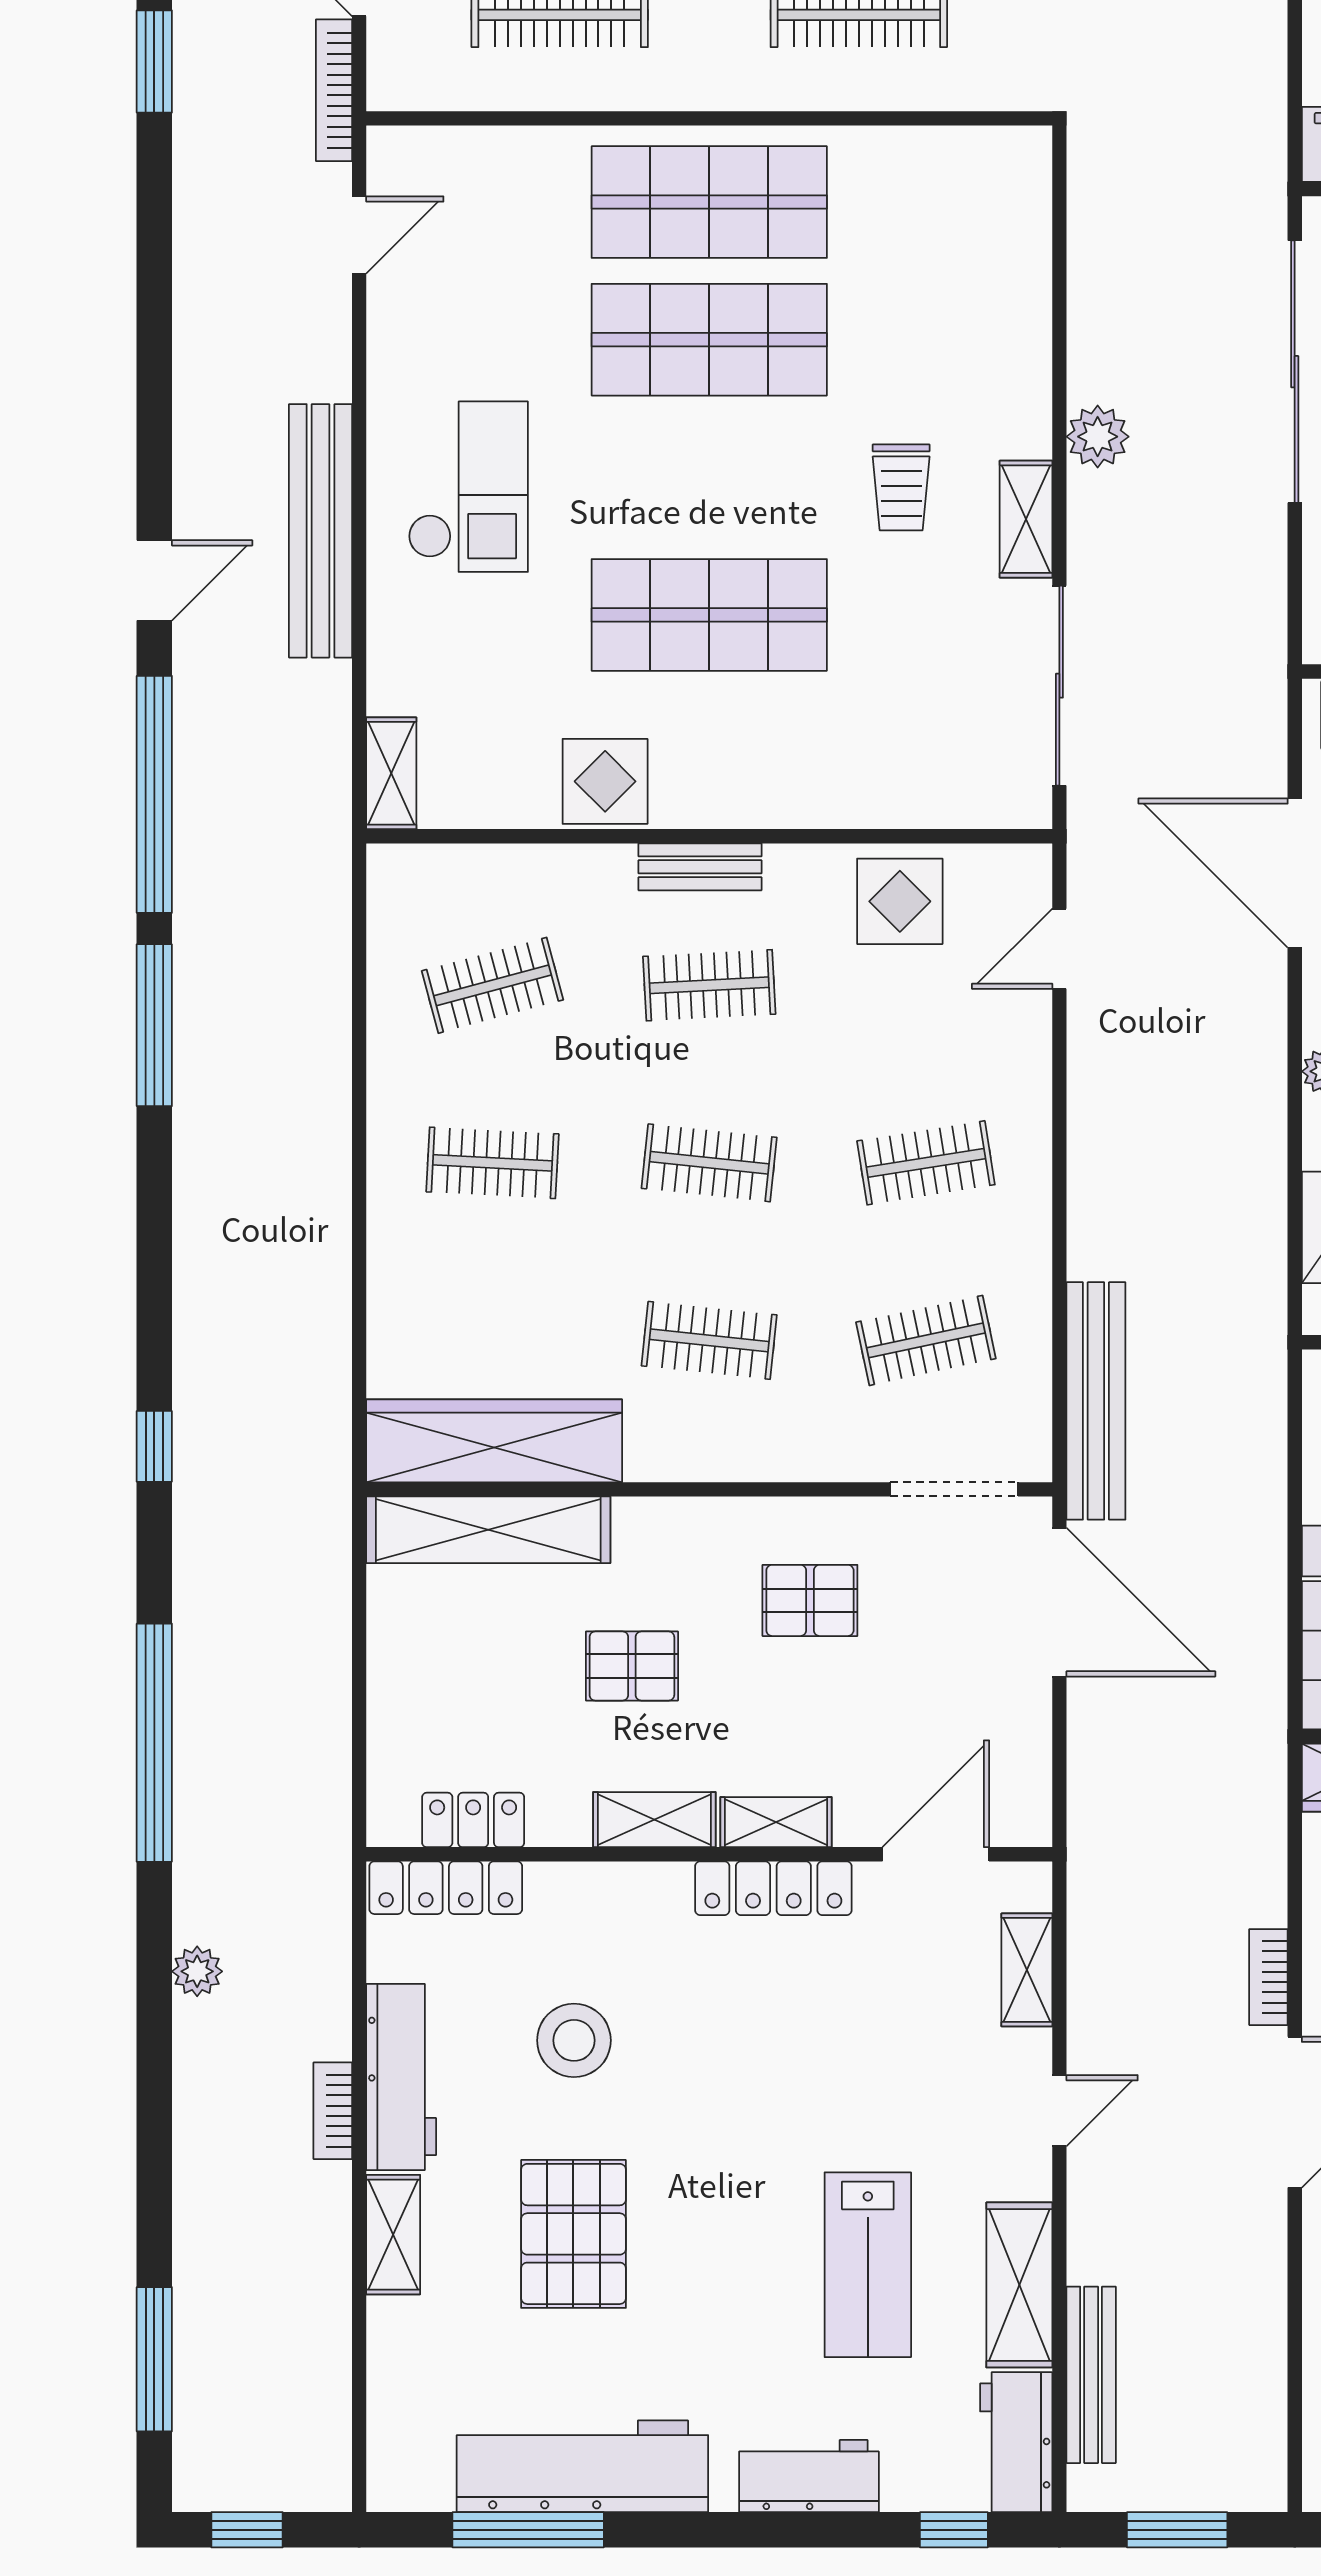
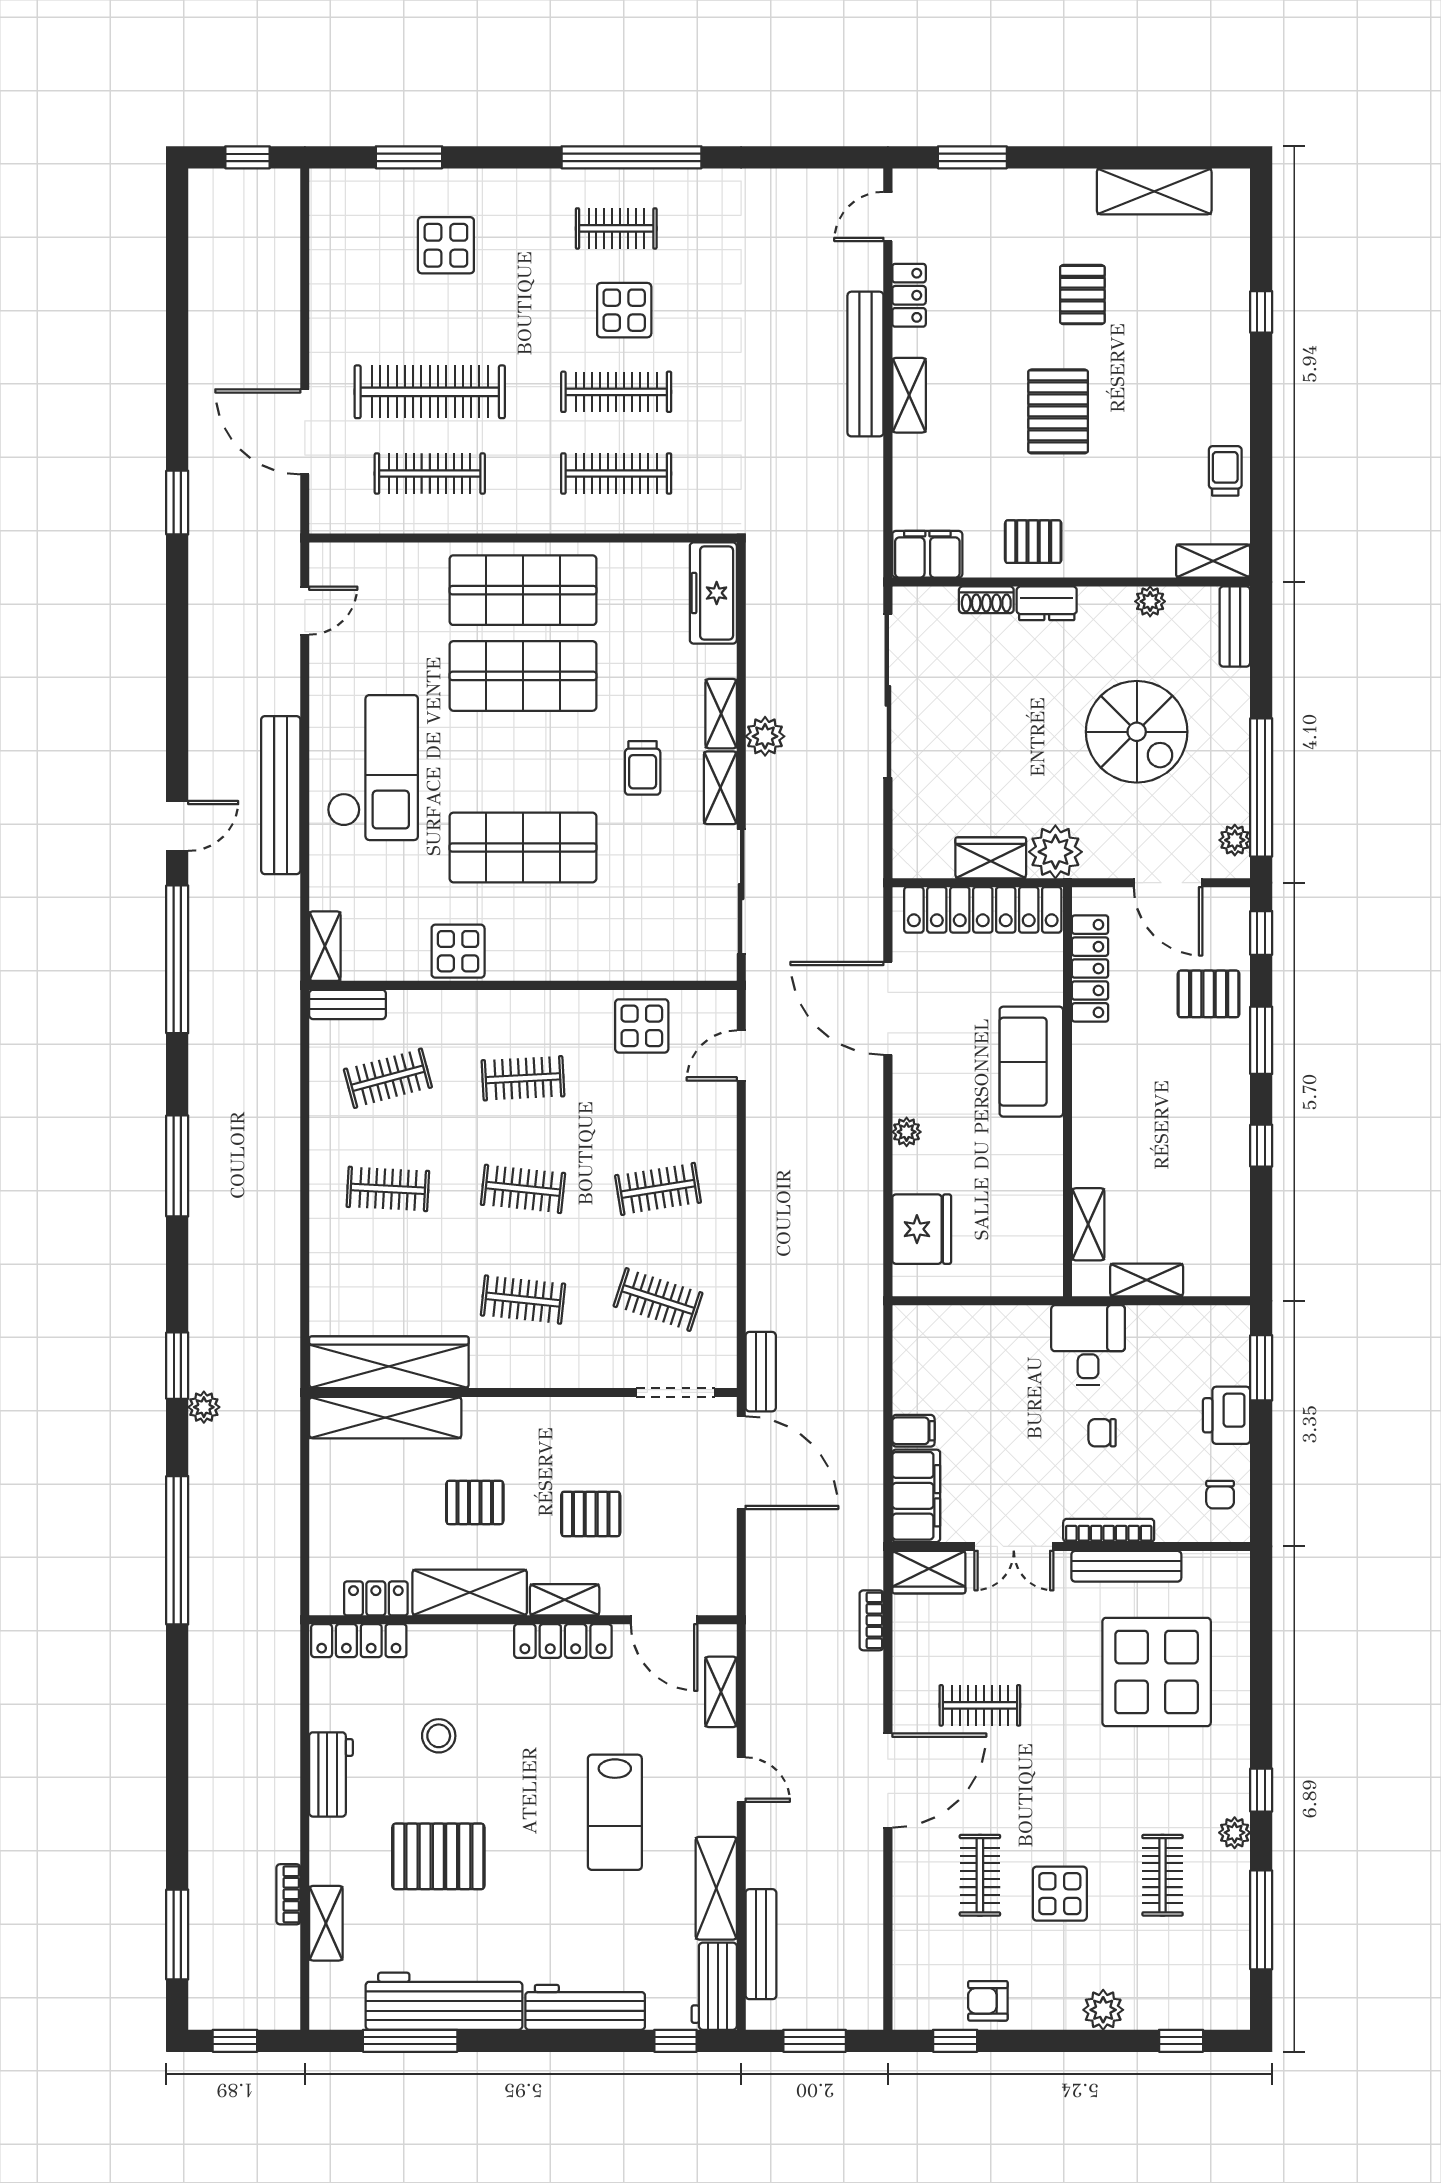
bookcase: (334, 90) -> (289, 520), removed
freezer: (1015, 207) -> (713, 593), added
shelving: (1027, 400) -> (721, 714), added
checkout: (468, 487) -> (373, 768), width x1.36, depth x1.21
bench: (700, 867) -> (348, 1004), moved
window: (154, 1025) -> (177, 1166), moved
clothes rail: (926, 1340) -> (658, 1300), turned 30
bench: (1096, 1401) -> (761, 1372), width x0.54, depth x0.82
window: (154, 1446) -> (177, 1366), width x1.50
pallet: (810, 1600) -> (591, 1514), moved
shelving: (654, 1820) -> (470, 1592), width x1.50, depth x1.33
door: (936, 1854) -> (664, 1620), swing flipped
plant: (197, 1971) -> (204, 1407), moved
bookcase: (1268, 1977) -> (871, 1620), moved
stool: (574, 2040) -> (439, 1736), width x0.73, depth x0.73
workbench: (401, 2077) -> (331, 1774), width x0.73
bookcase: (333, 2111) -> (288, 1894), moved
door: (1059, 2111) -> (741, 1780), hinge flipped
pallet: (573, 2234) -> (438, 1856), turned 90
shelving: (393, 2235) -> (326, 1923), moved
lab bench: (868, 2265) -> (615, 1812), moved
workbench: (809, 2476) -> (585, 2007), width x1.38

